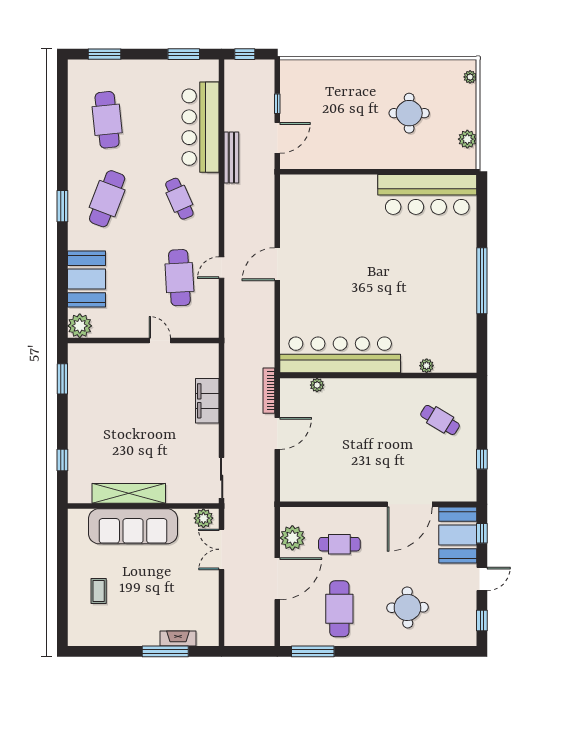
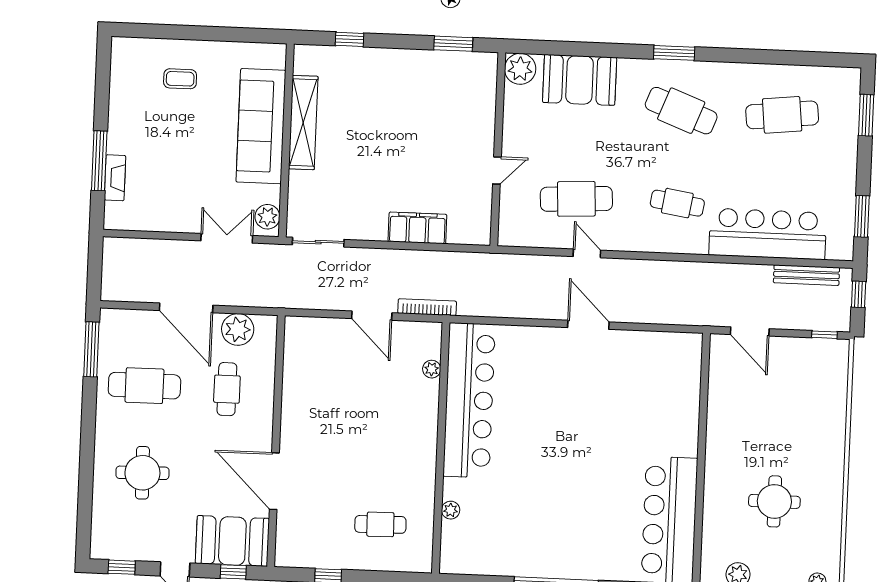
window: (277, 104) -> (824, 335), moved
bench: (231, 158) -> (806, 275), moved
cafe table: (179, 199) -> (677, 203), turned 33
cafe table: (440, 420) -> (380, 524), turned 58

